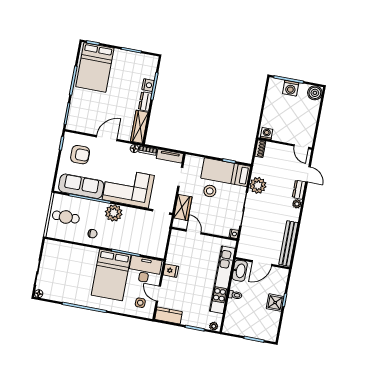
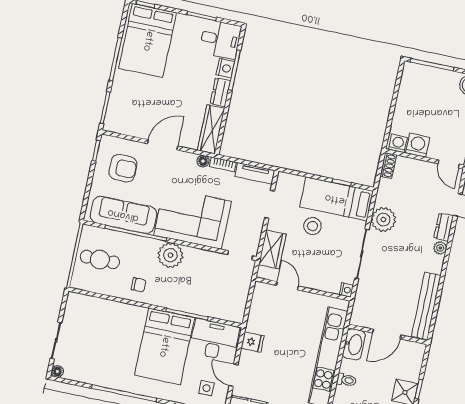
desk: (144, 66) -> (220, 39), added
washing machine: (291, 88) -> (418, 145), moved, turned 180

